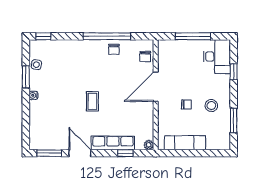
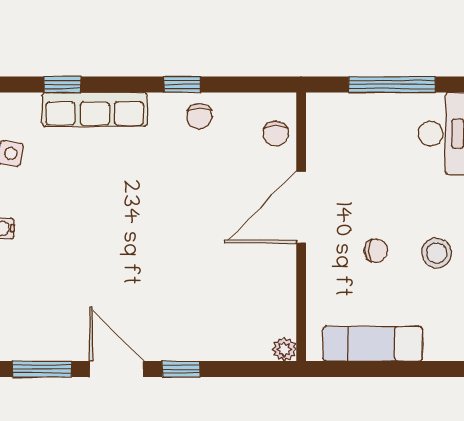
window: (43, 36) -> (63, 85), moved
window: (107, 36) -> (182, 85), width x0.32
coffee table: (92, 101) -> (147, 243), removed
row of seats: (113, 143) -> (95, 109), moved, turned 180
window: (125, 153) -> (181, 369), moved

